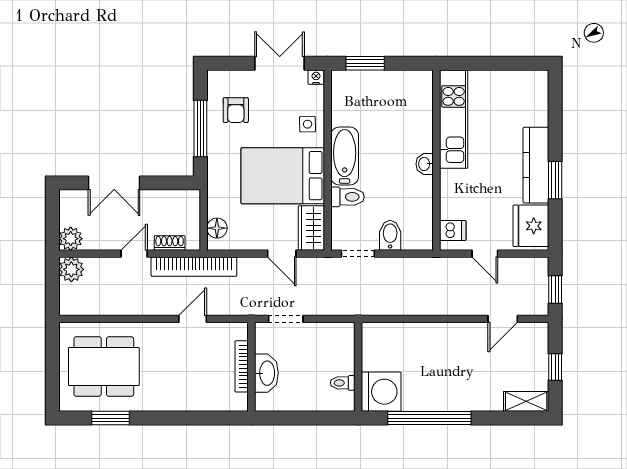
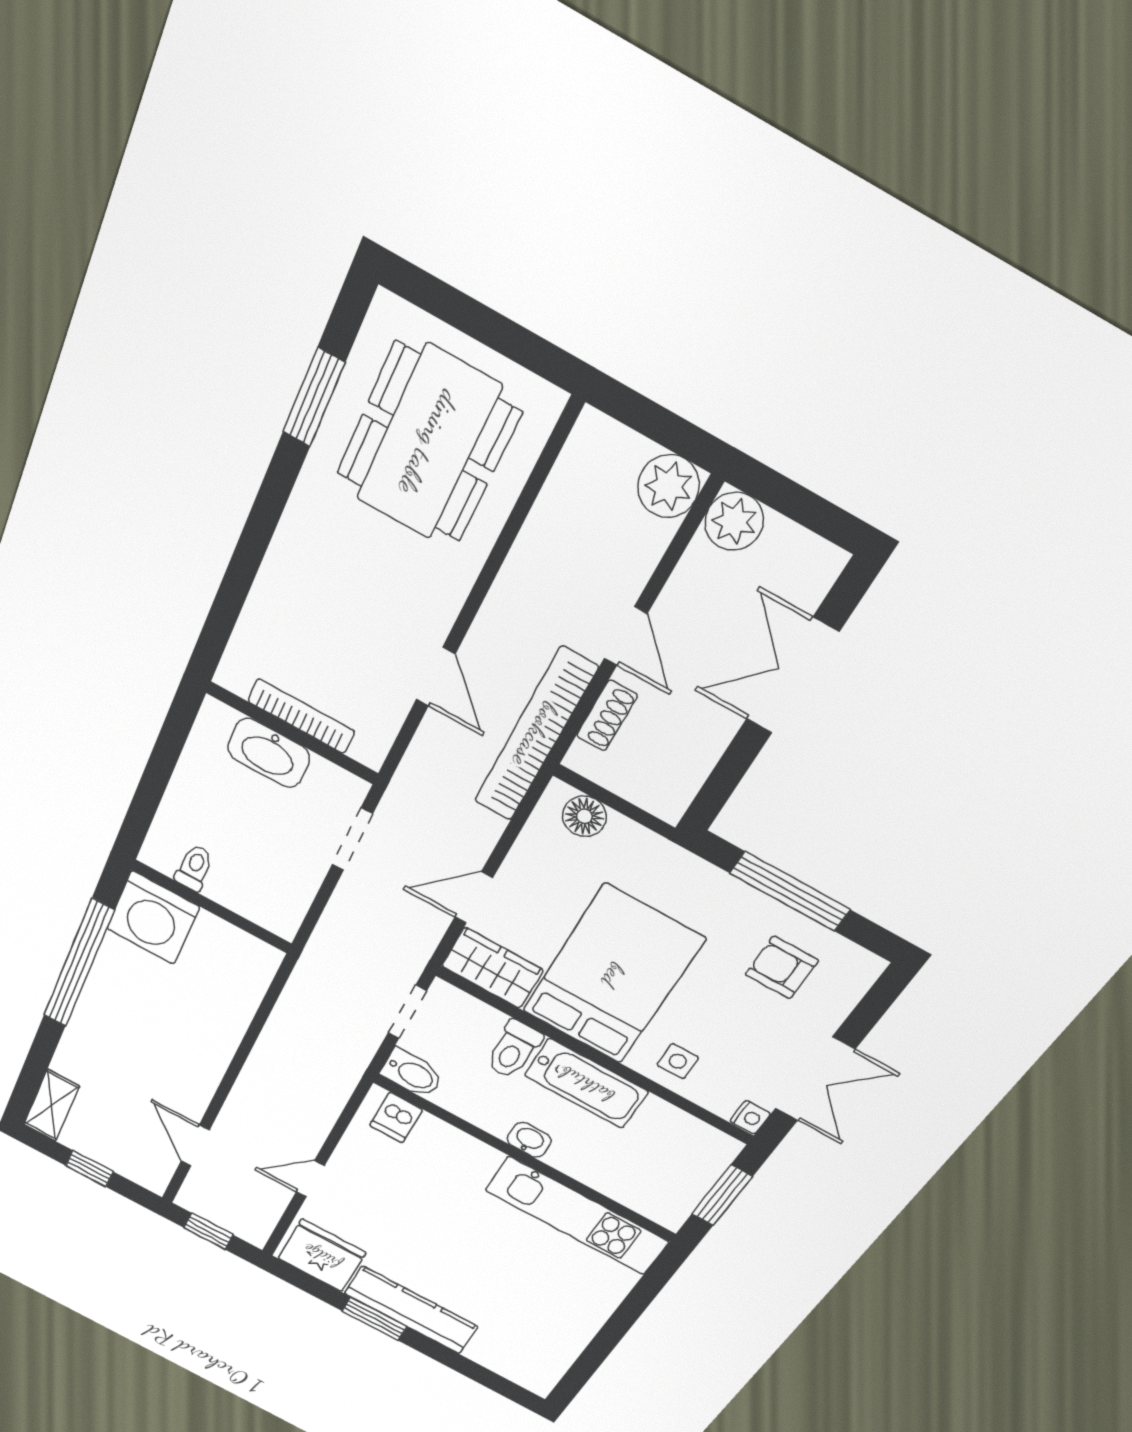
kitchen unit: (454, 119) -> (577, 1216), moved
wall: (436, 160) -> (525, 1159), moved
washbasin: (425, 164) -> (529, 1140), moved
dishwasher: (453, 230) -> (396, 1118), moved

